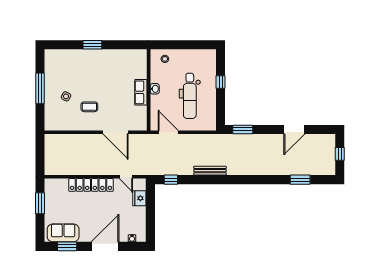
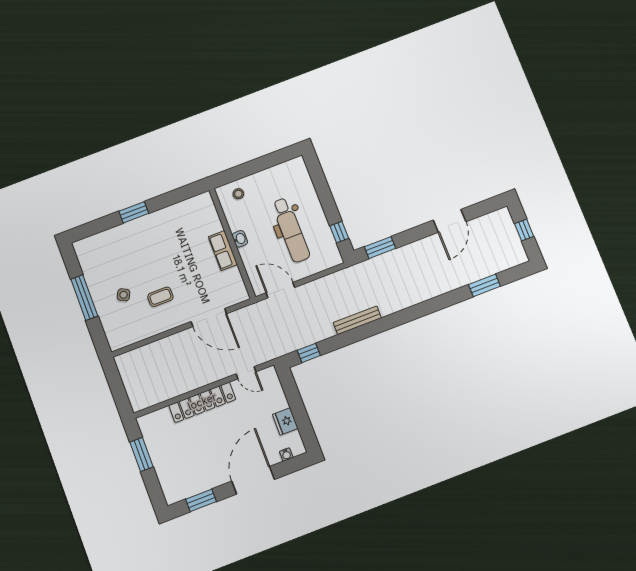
window: (221, 82) -> (339, 232), moved
fridge: (139, 198) -> (285, 421), moved
sofa: (63, 233) -> (188, 484), removed

